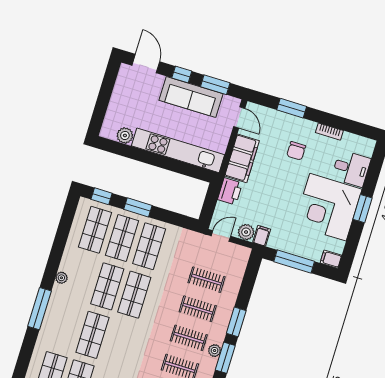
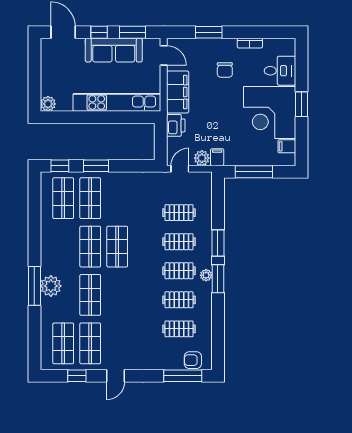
plant: (125, 136) -> (48, 104), moved
shop shelf: (149, 246) -> (117, 198), removed
filing cabinet: (331, 259) -> (287, 146), moved
plant: (61, 278) -> (51, 286), moved, width x1.88, depth x1.88

